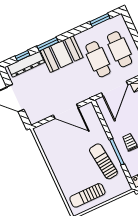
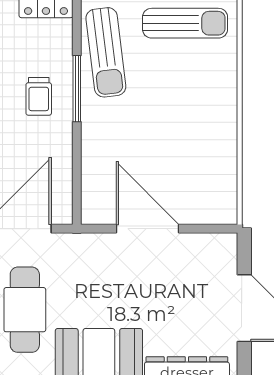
sun lounger: (103, 161) -> (106, 52), moved

